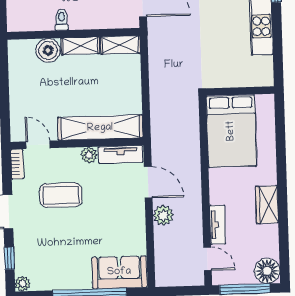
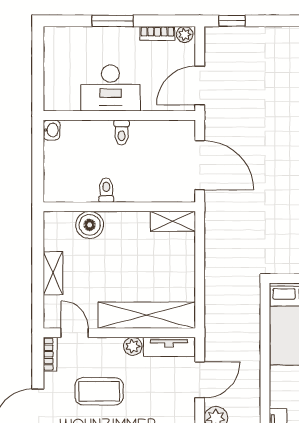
shelving: (80, 46) -> (53, 273), moved, turned 90
door: (148, 182) -> (200, 380), hinge flipped

